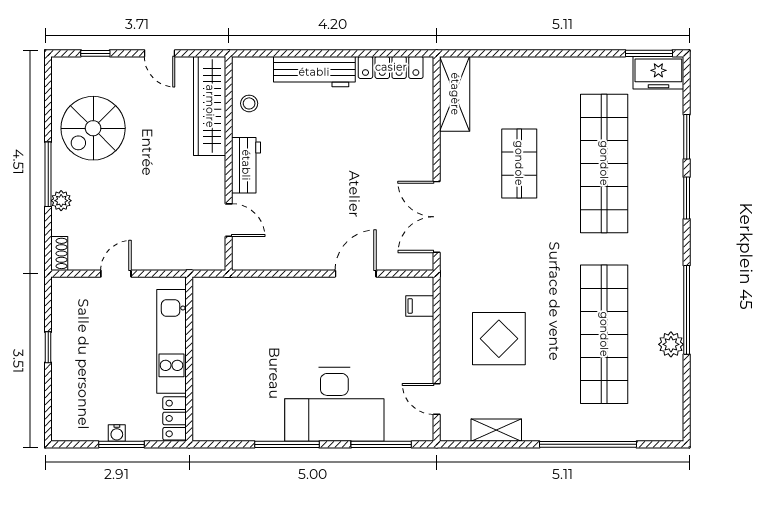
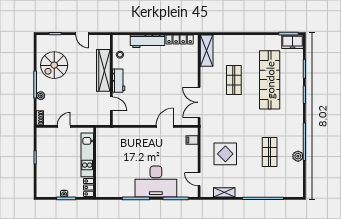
wardrobe: (210, 106) -> (103, 70), moved
shop shelf: (604, 334) -> (270, 152), width x0.50, depth x0.74

